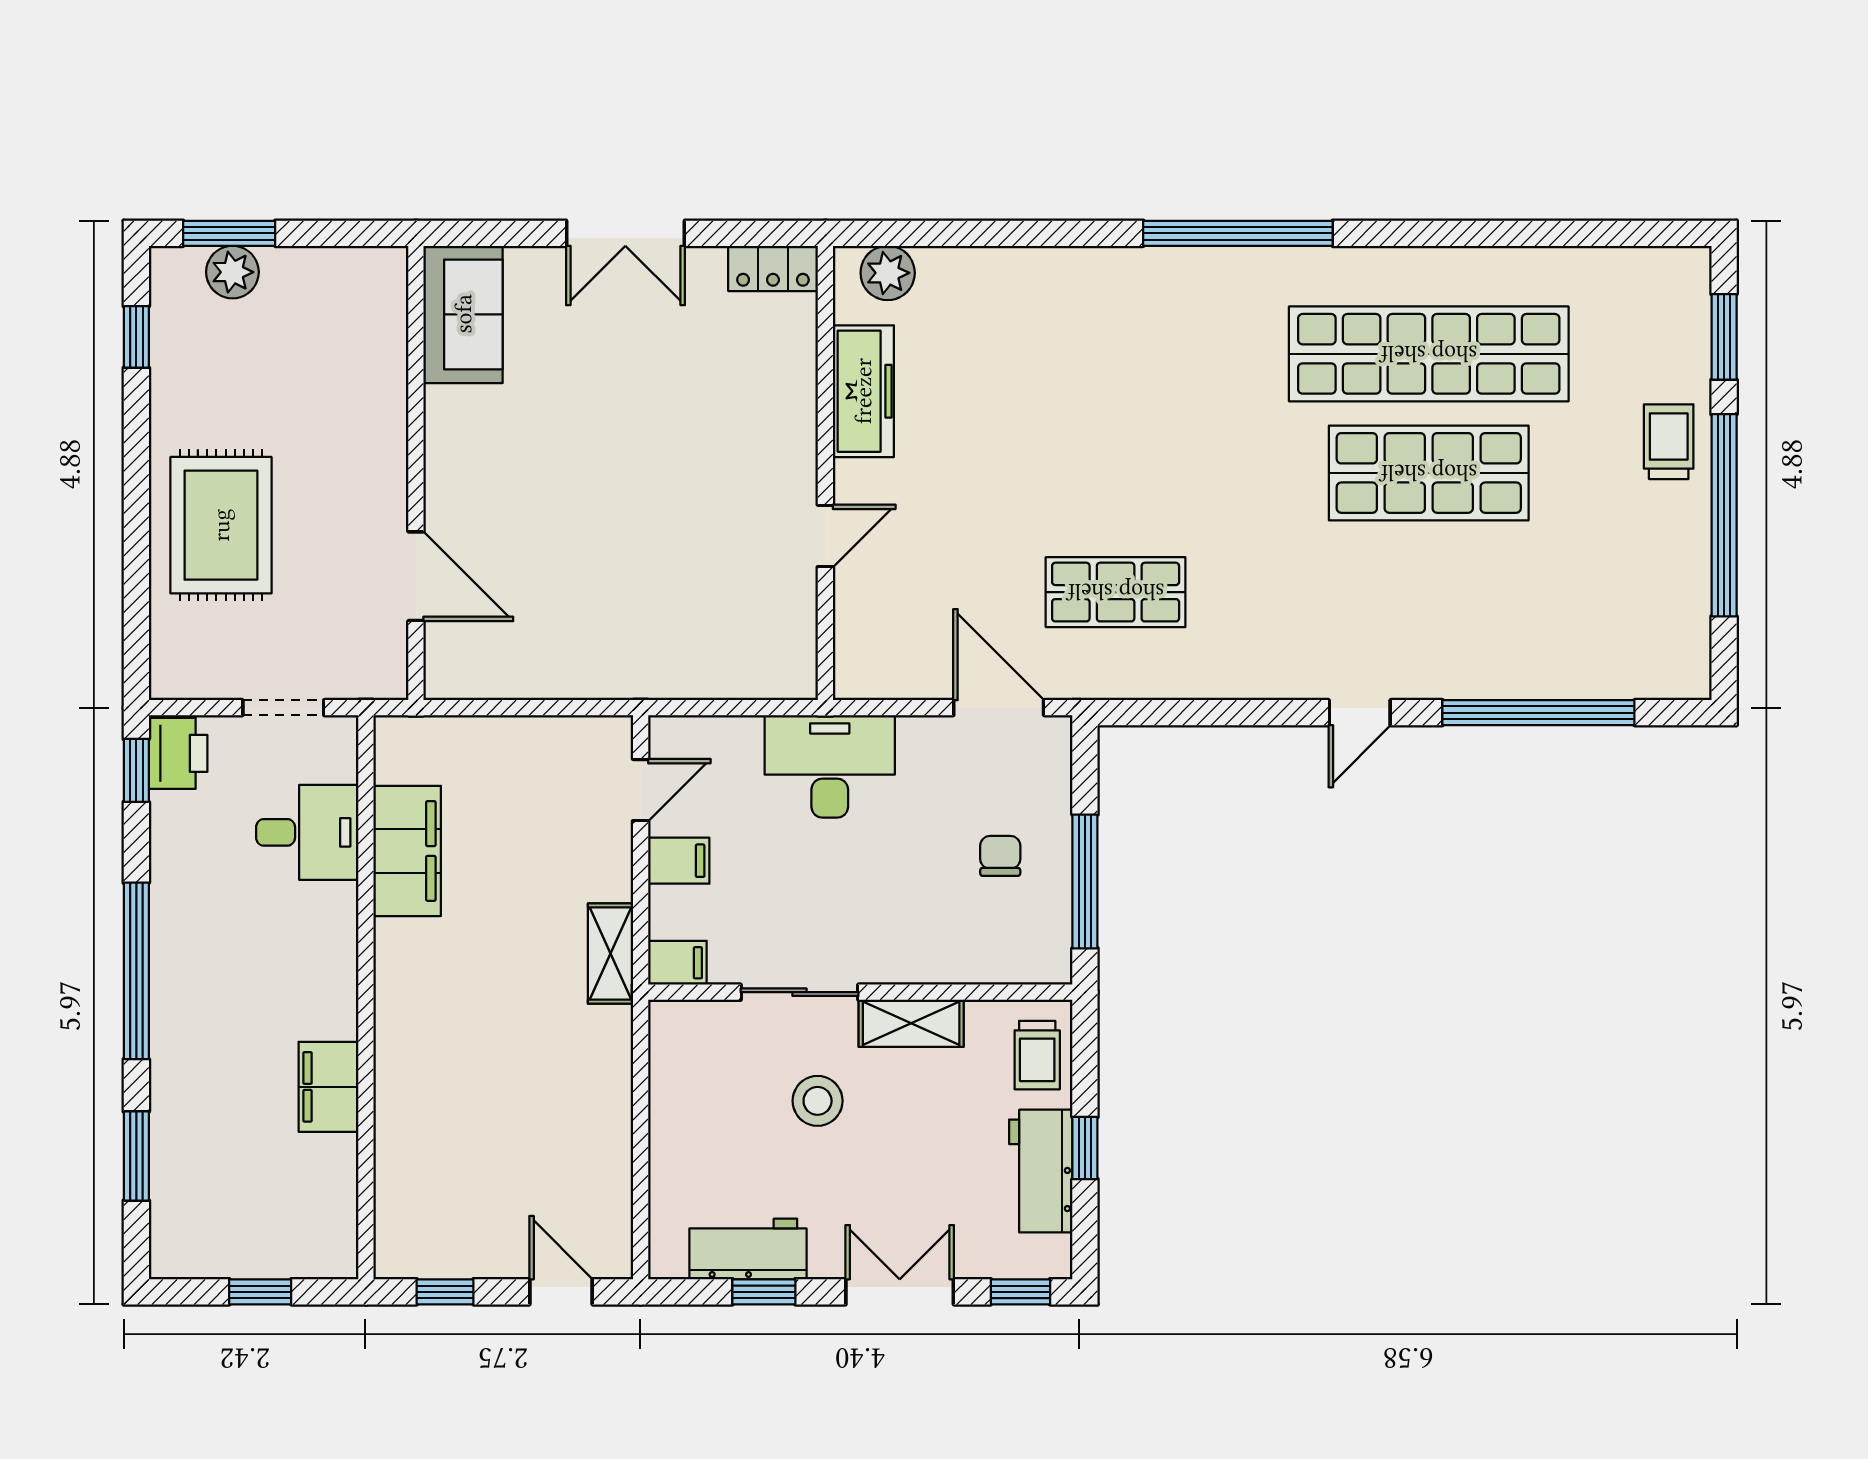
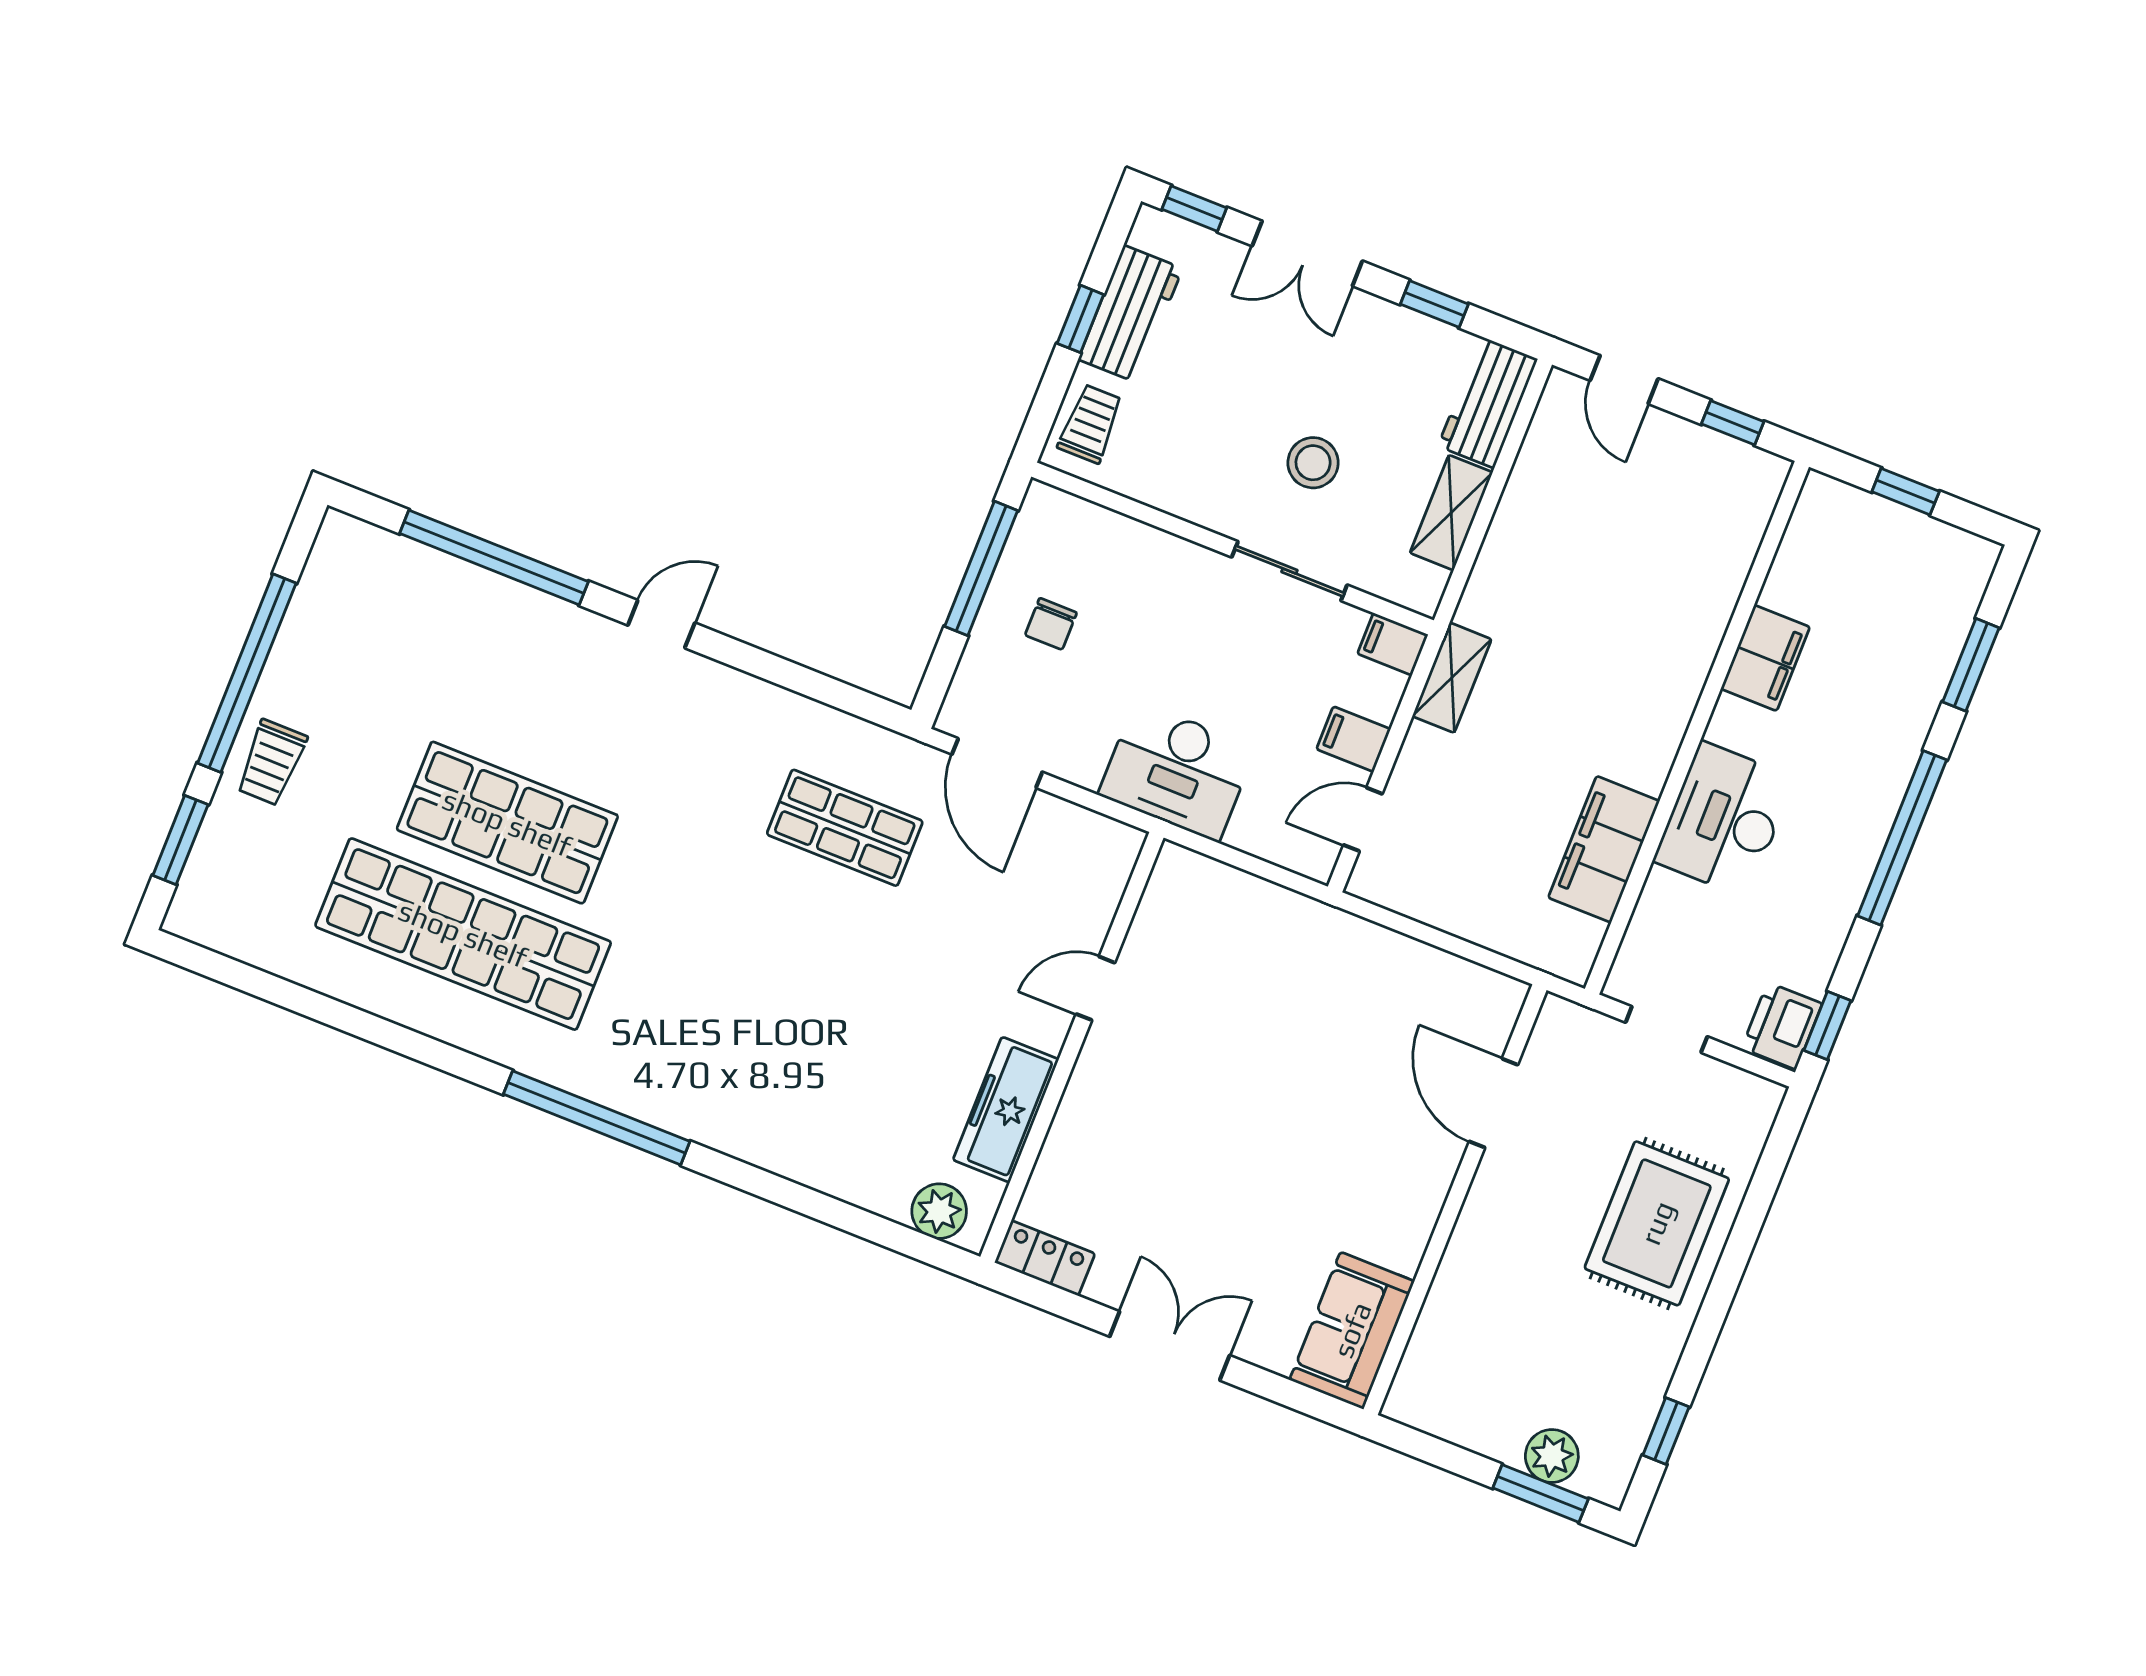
desk: (307, 832) -> (1724, 819), moved, width x1.37
shelving: (911, 1023) -> (1451, 513), moved, turned 90
workbench: (748, 1249) -> (1488, 402), moved, turned 90

